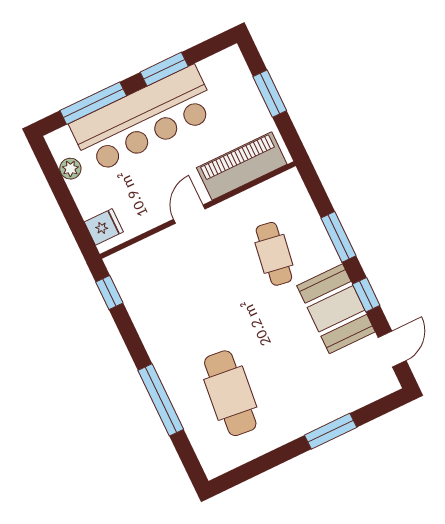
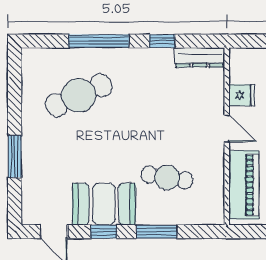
fridge: (104, 227) -> (242, 95), moved, turned -90
dresser: (126, 281) -> (200, 57), added
window: (109, 292) -> (162, 41), moved
cafe table: (230, 393) -> (79, 95), turned -30

